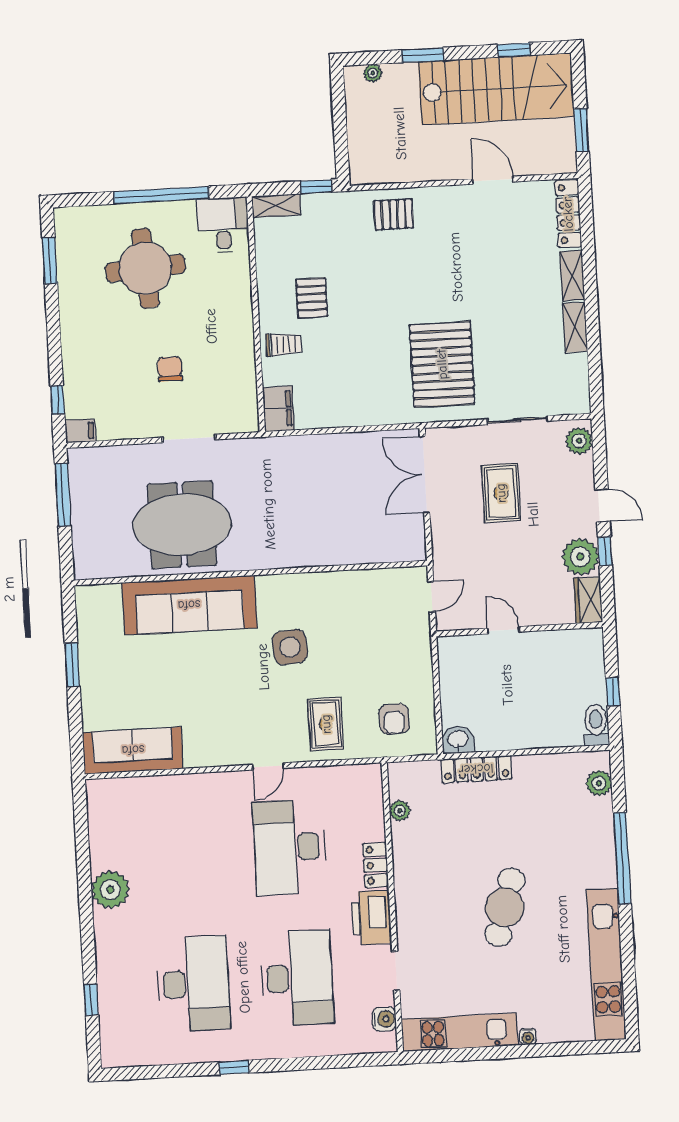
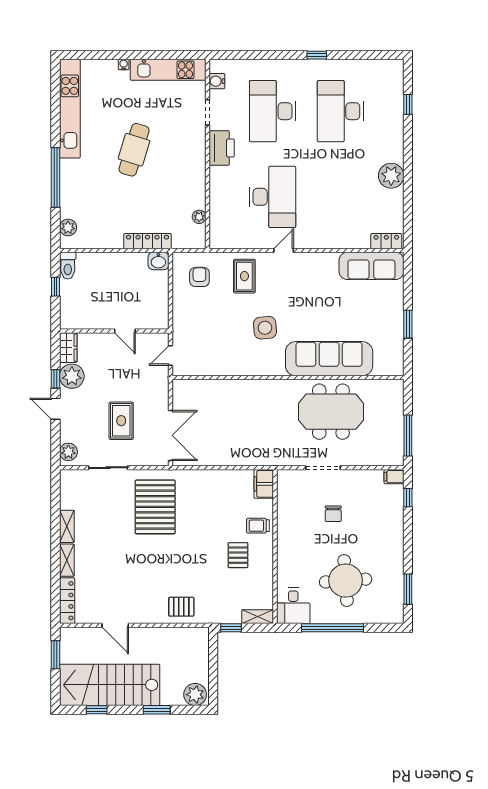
plant: (373, 73) -> (195, 695), width x1.87, depth x1.87
locker: (376, 865) -> (386, 241), moved, turned -90

